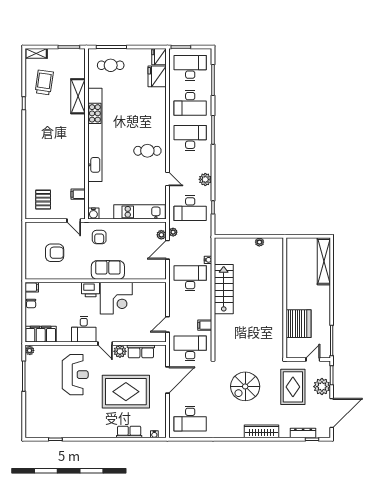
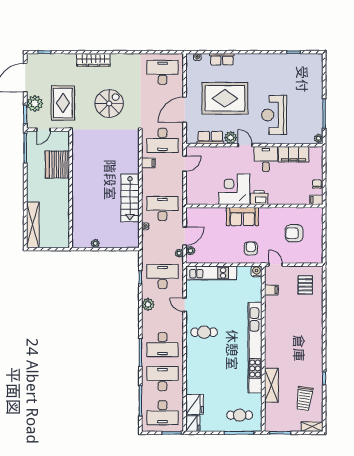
desk: (190, 278) -> (163, 208), turned 180
filing cabinet: (41, 334) -> (294, 154), moved
dresser: (303, 433) -> (53, 58), removed

